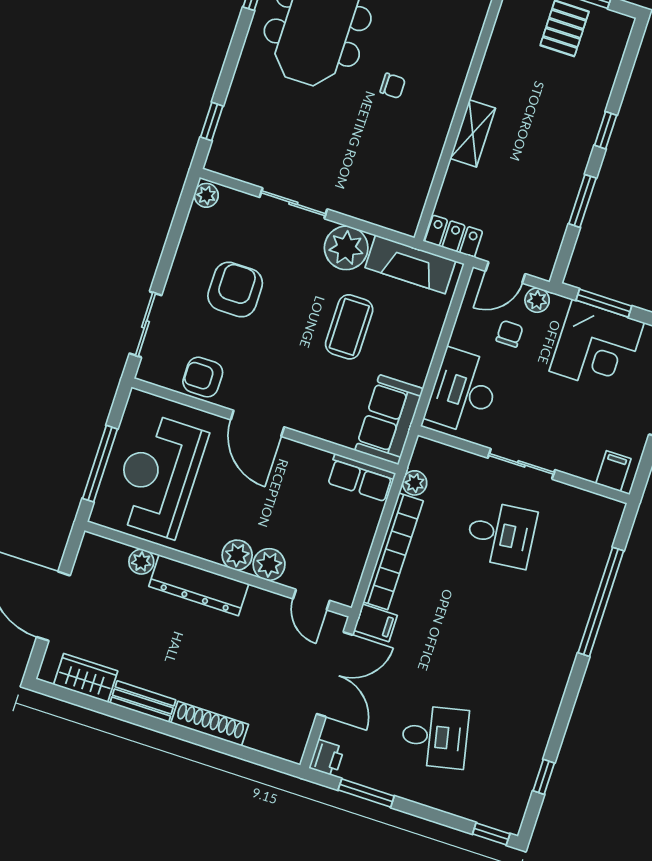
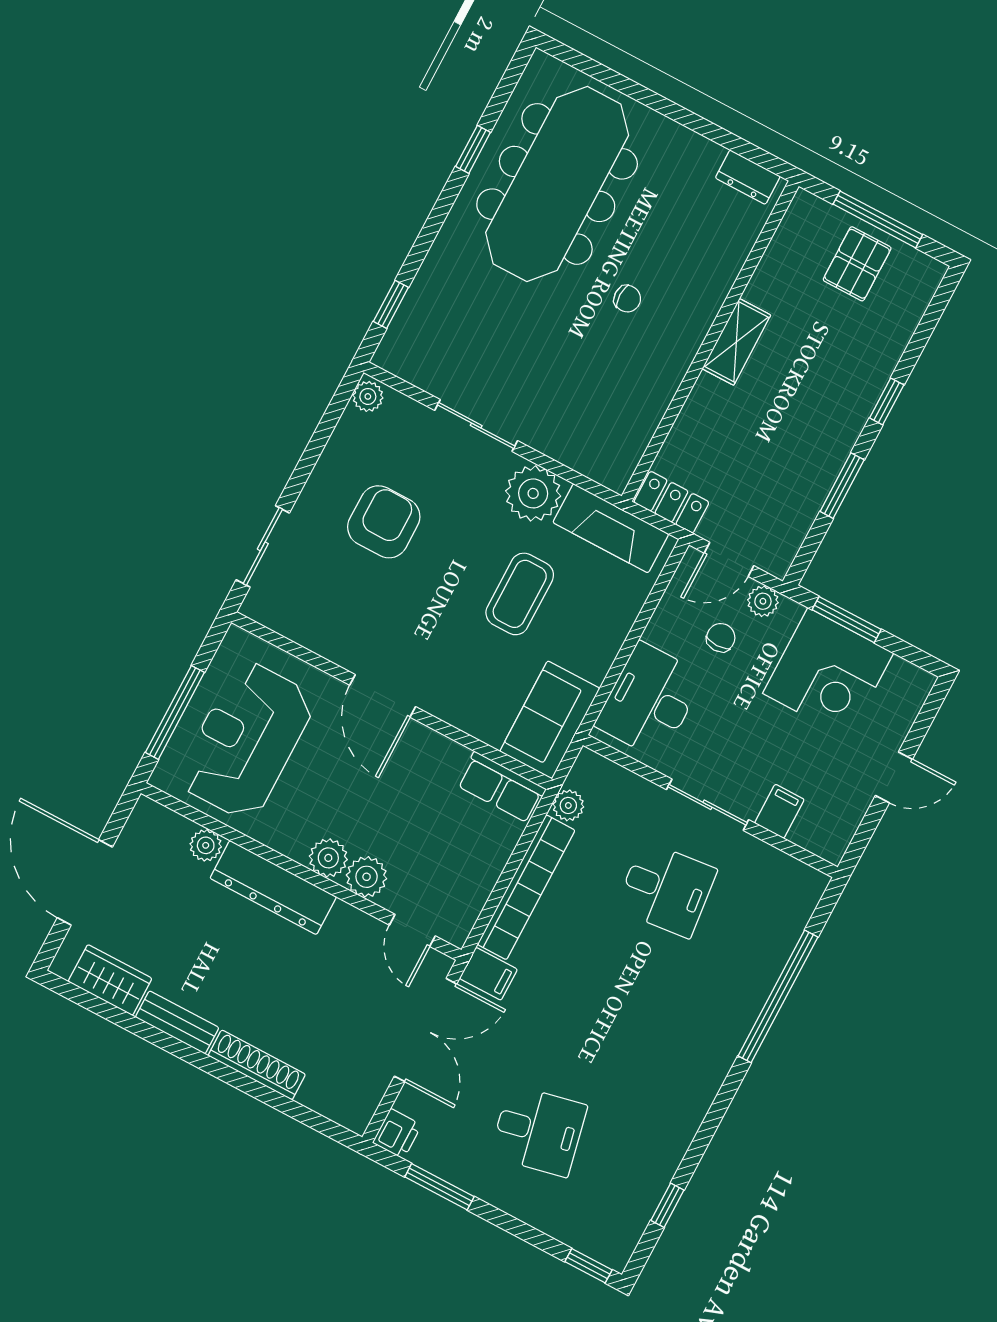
shelving: (473, 133) -> (736, 342), moved
armchair: (203, 377) -> (324, 625), removed
filing cabinet: (613, 471) -> (779, 811), moved

